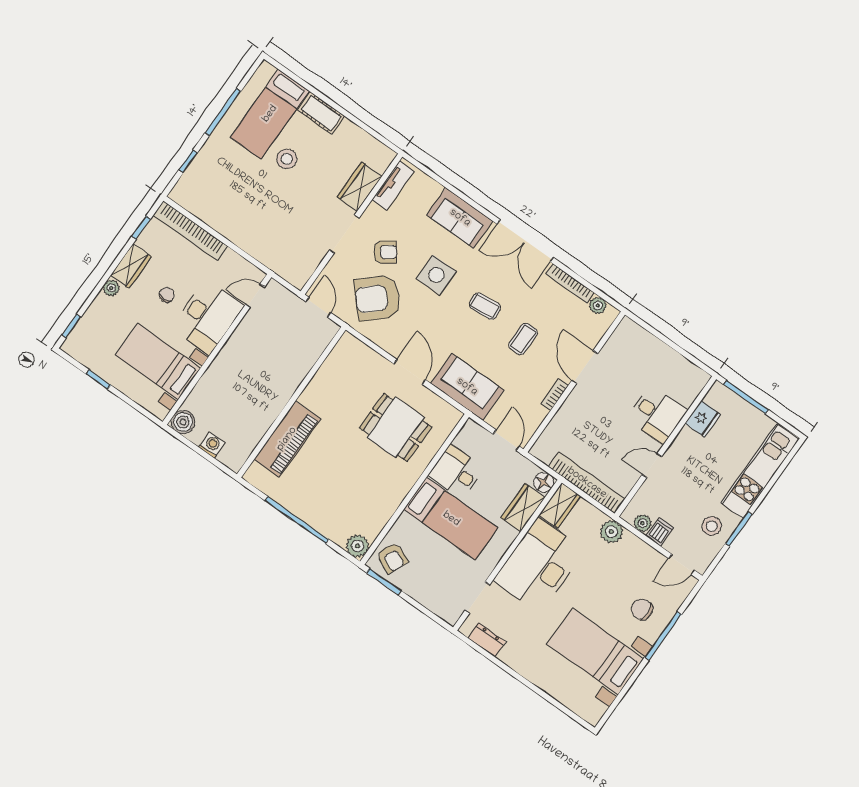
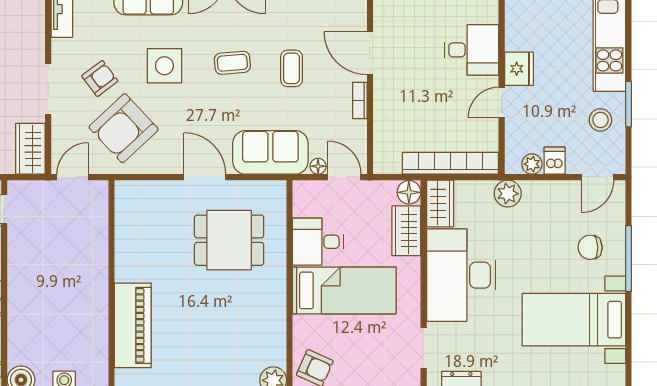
wardrobe: (360, 187) -> (30, 149), moved
door: (318, 307) -> (73, 177), hinge flipped
fridge: (703, 419) -> (519, 69), moved
floor lamp: (493, 420) -> (318, 166), added

